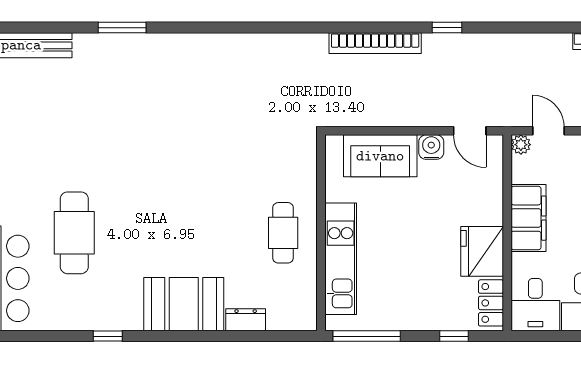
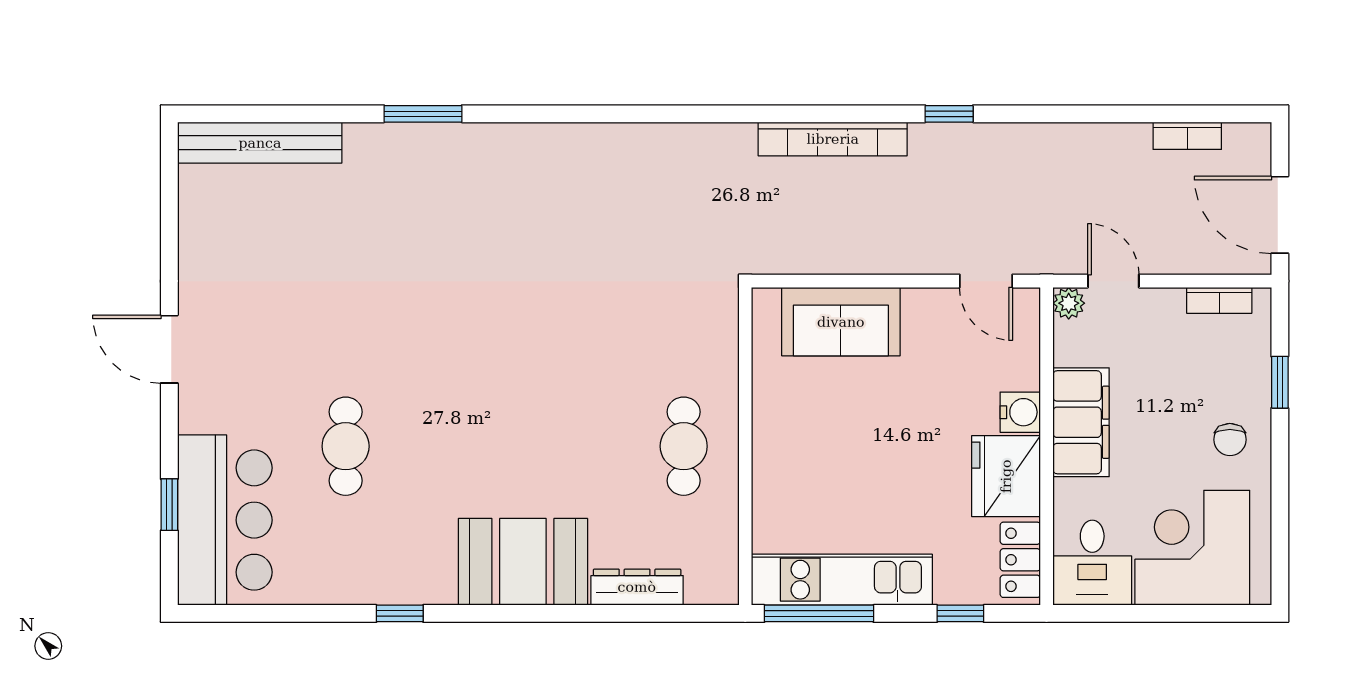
water cooler: (431, 147) -> (1020, 412), moved, turned 90
cafe table: (74, 233) -> (346, 446), width x0.73, depth x0.74
kitchen unit: (341, 259) -> (842, 580), moved, turned -90
dresser: (246, 320) -> (637, 587), width x1.44

